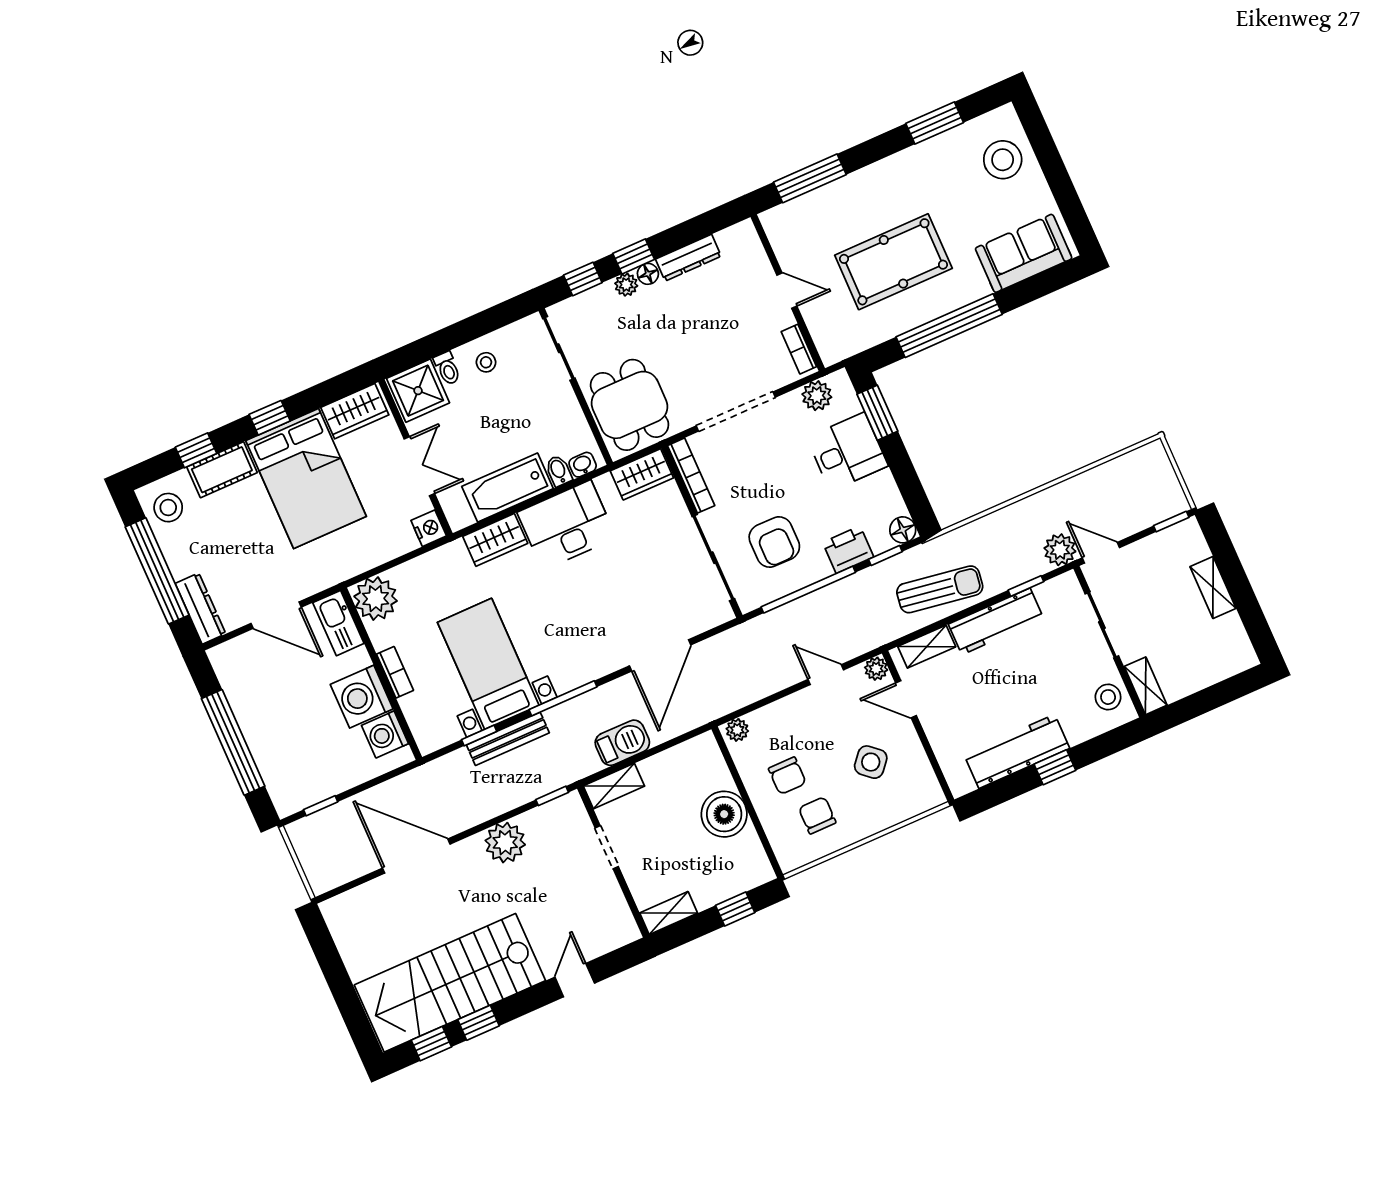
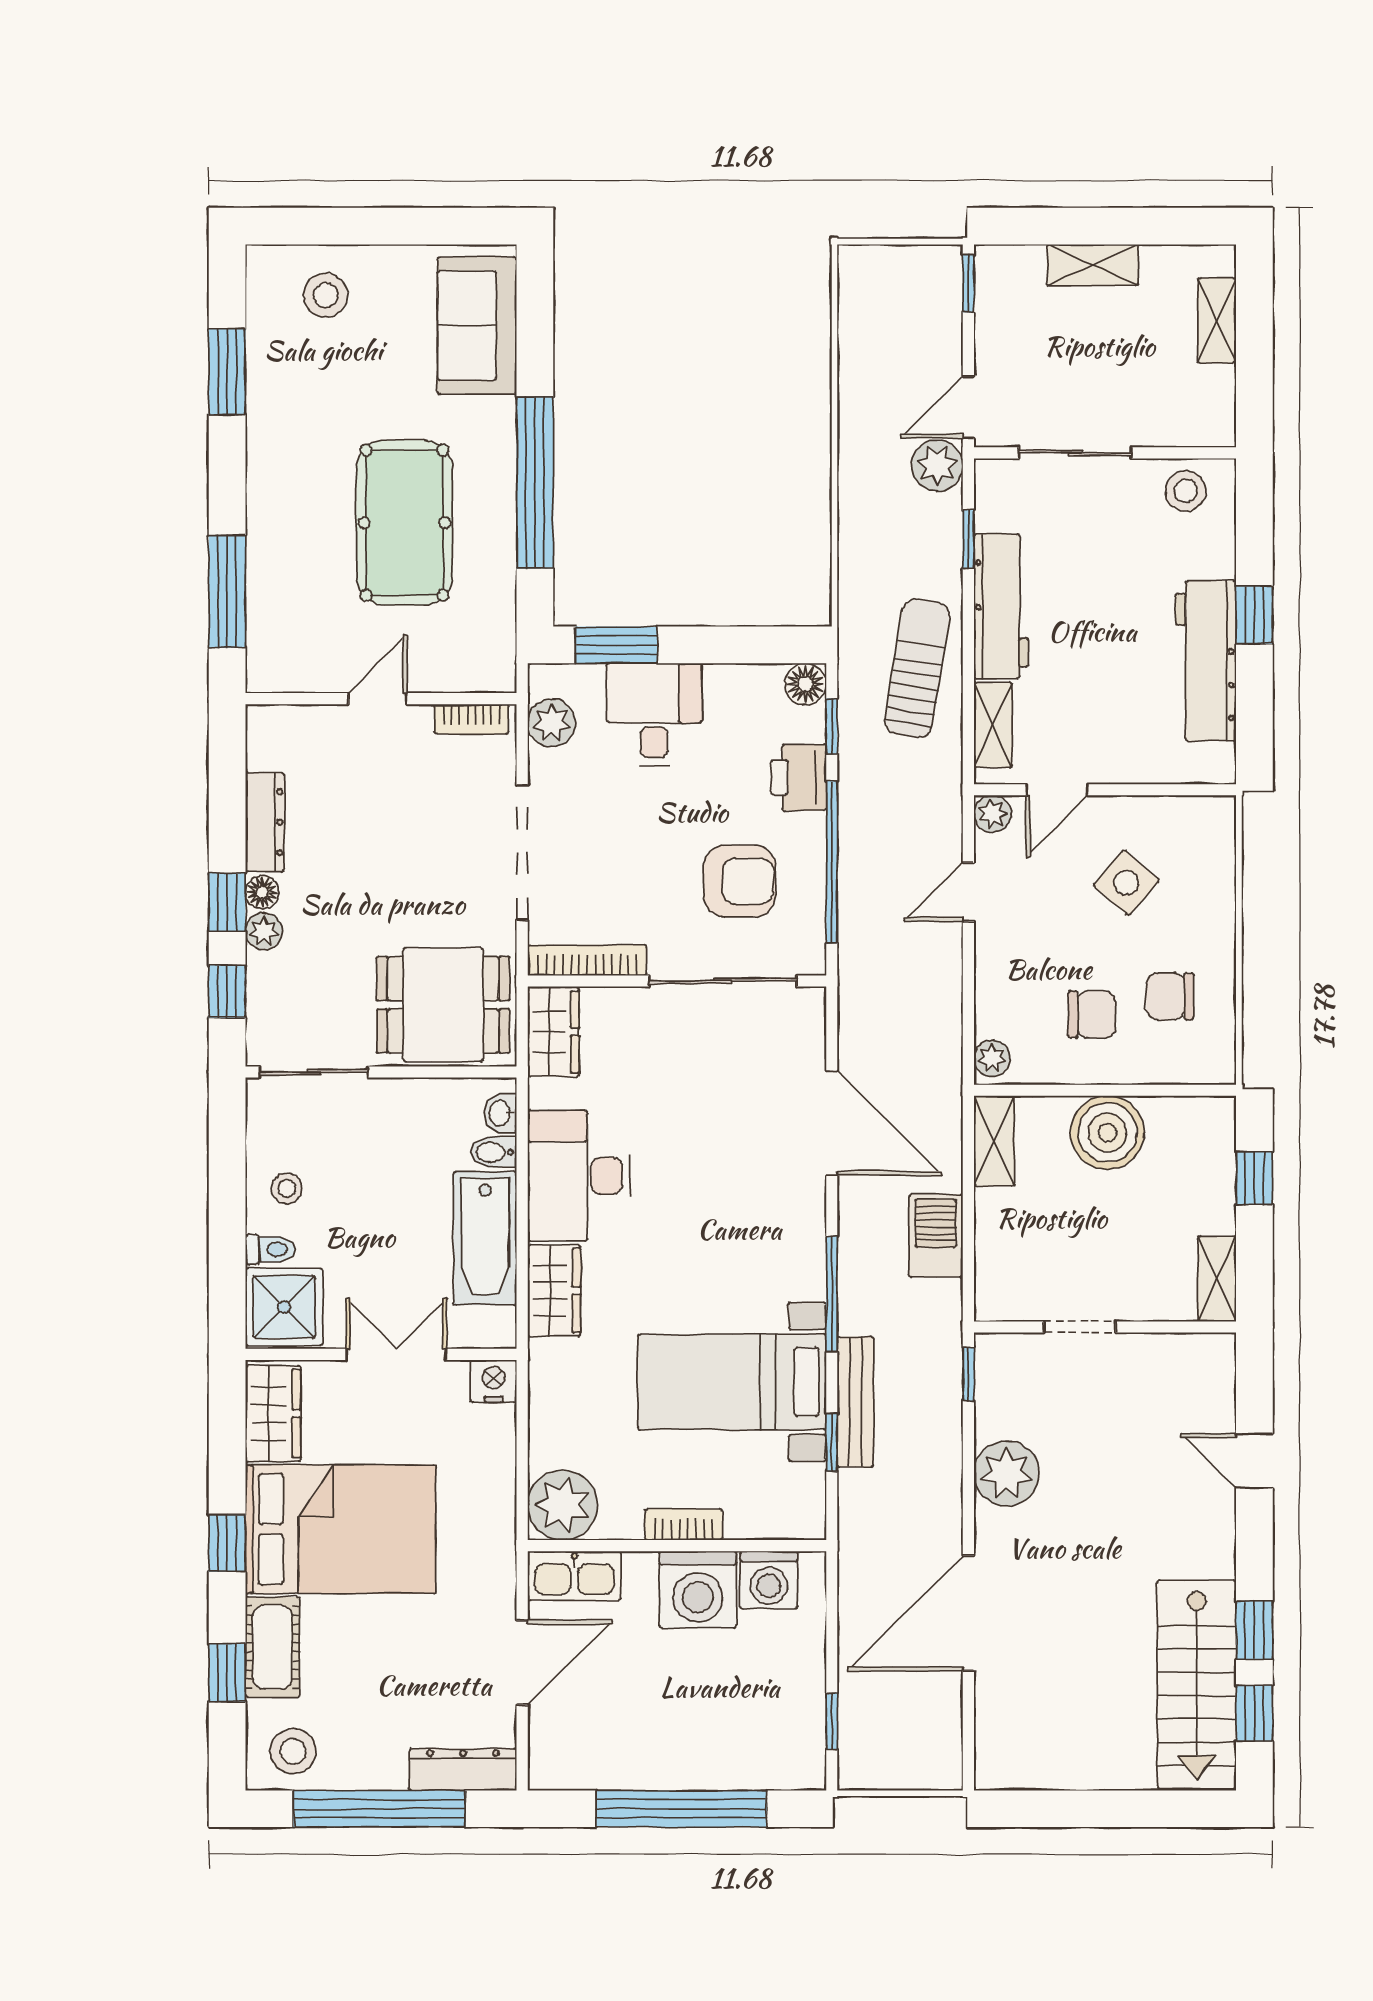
stool: (1003, 160) -> (326, 295), width x0.73, depth x0.73
shelving: (1146, 686) -> (1217, 321), moved, turned 90
shelving: (614, 786) -> (994, 1141), moved
stairs: (450, 983) -> (1197, 1684), width x0.73, depth x0.66

